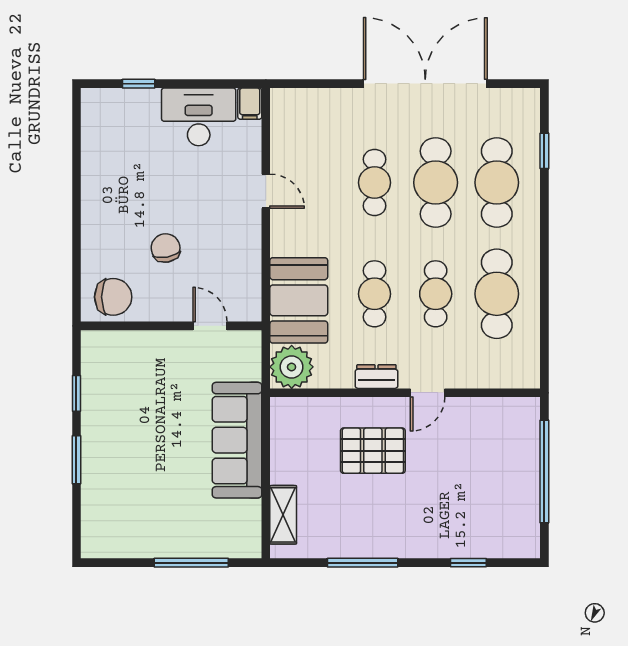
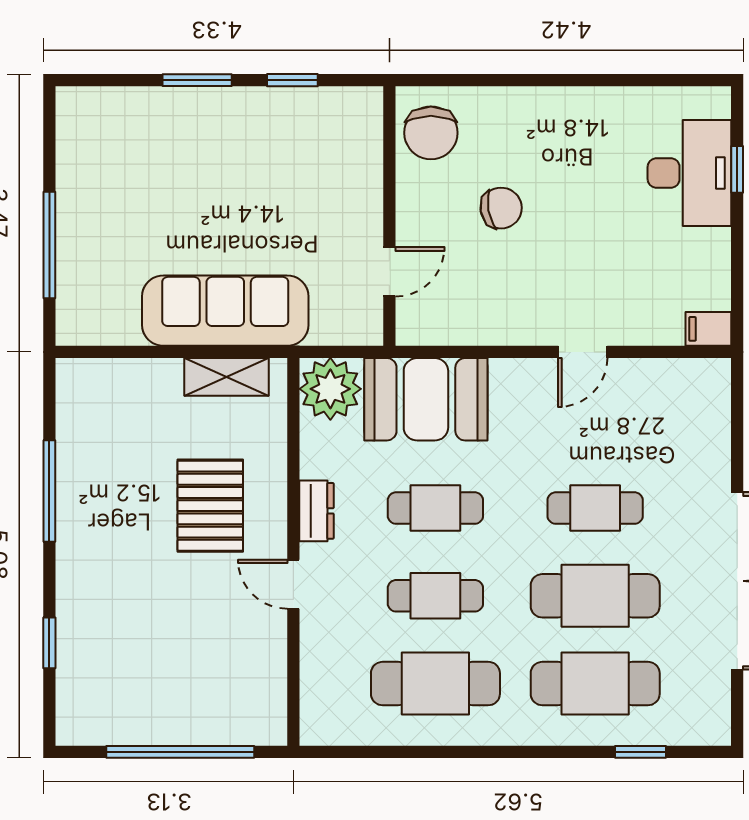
desk: (199, 117) -> (689, 173), moved
shelving: (283, 515) -> (227, 377), moved

